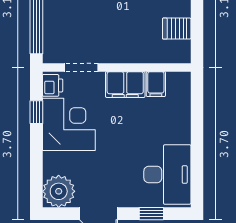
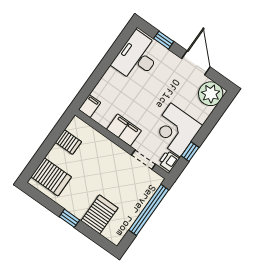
filing cabinet: (156, 84) -> (90, 106), moved

